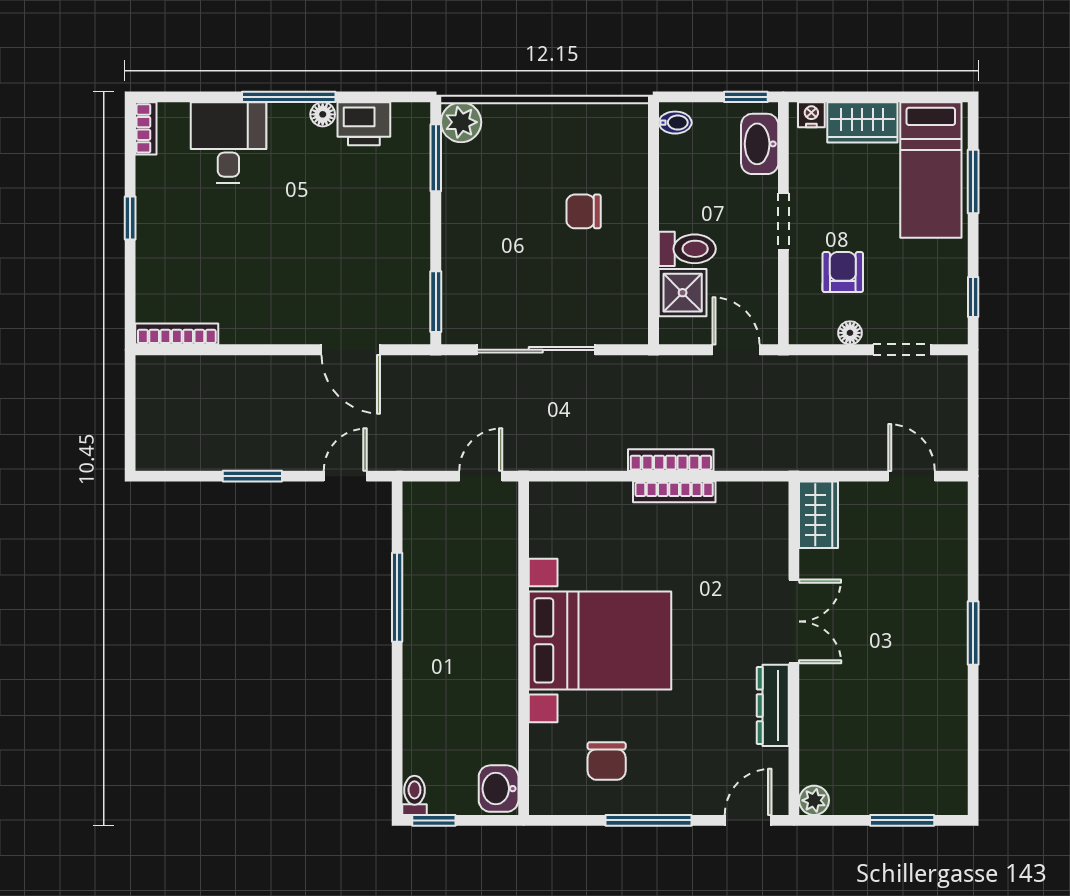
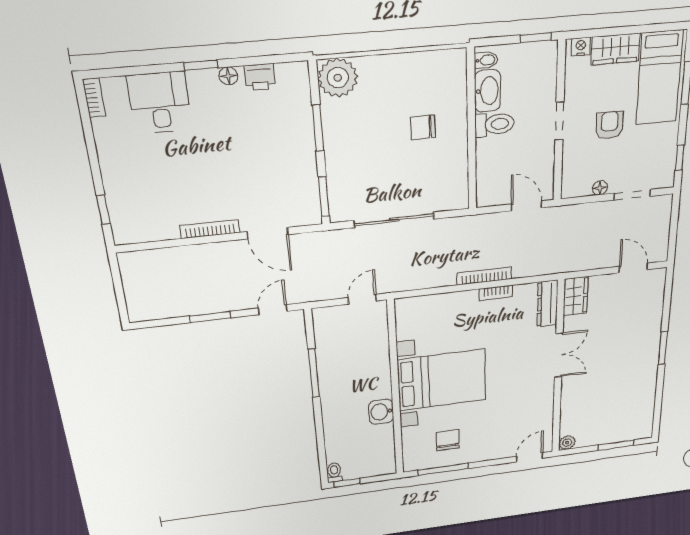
window: (289, 97) -> (201, 65), width x0.46
plant: (461, 122) -> (338, 78), width x1.36, depth x1.36
printer: (364, 124) -> (260, 77), width x0.73, depth x0.81
washbasin: (760, 144) -> (488, 91), moved, turned 180
window: (436, 158) -> (318, 128), moved
window: (130, 218) -> (103, 210), moved
toilet: (687, 249) -> (494, 124), moved
armchair: (843, 272) -> (609, 125), moved
shower: (683, 293) -> (491, 174), removed
bookcase: (177, 334) -> (210, 229), moved
bookcase: (674, 492) -> (496, 293), width x0.64
dresser: (773, 705) -> (547, 304), moved
chair: (607, 761) -> (448, 440), turned 180
washbasin: (499, 789) -> (381, 412), moved
window: (649, 820) -> (443, 469), moved

